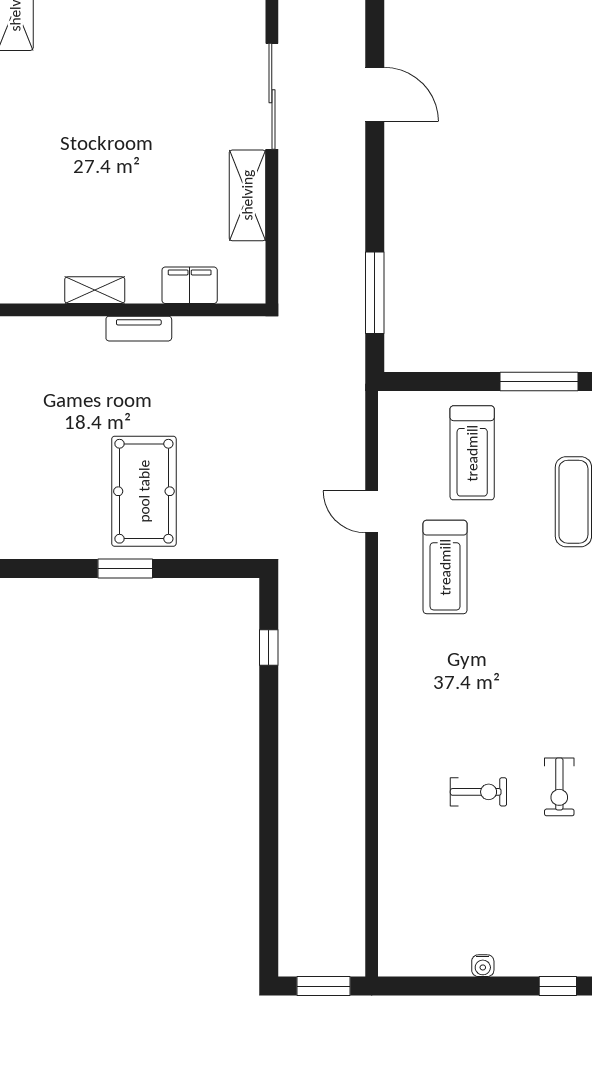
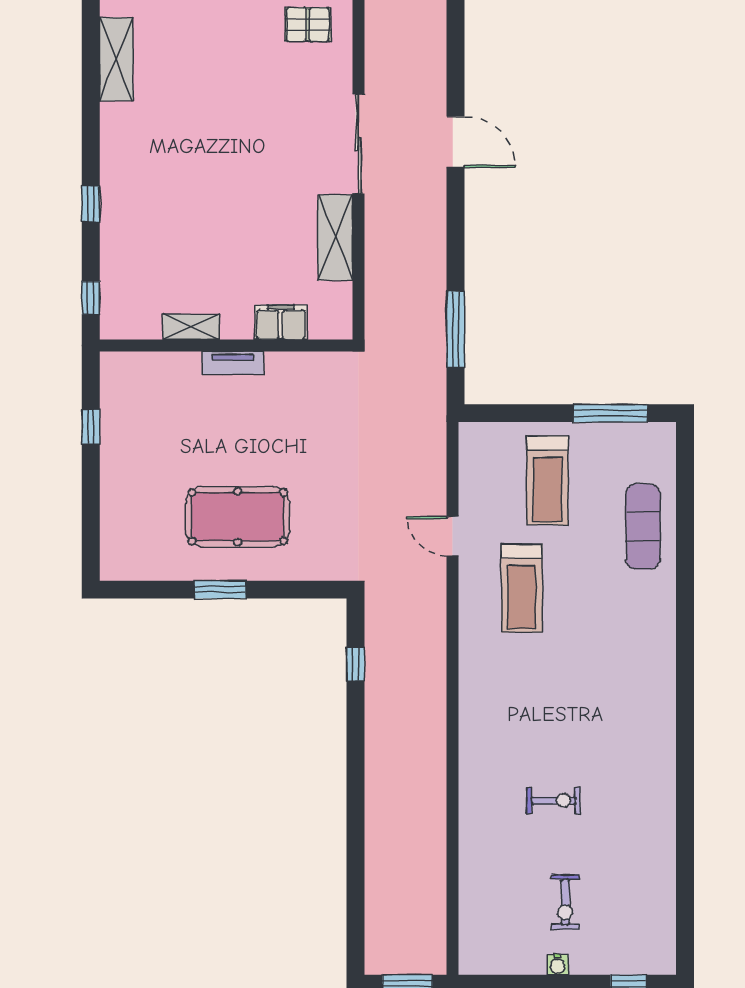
pool table: (144, 491) -> (238, 517), turned 90
exercise bike: (559, 787) -> (565, 902), moved

